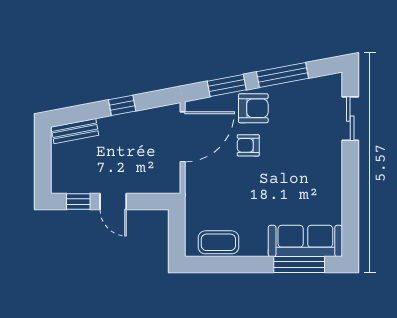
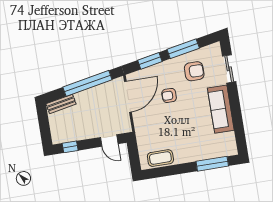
window: (122, 105) -> (87, 83), width x3.17
armchair: (253, 108) -> (194, 71), moved
door: (113, 201) -> (109, 141), moved
sofa: (305, 241) -> (221, 109), moved, turned -90

